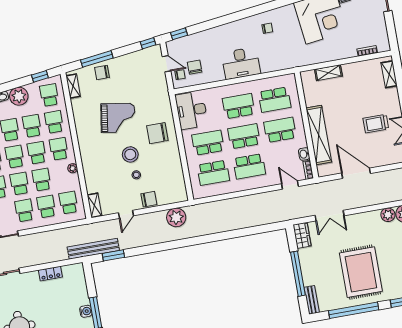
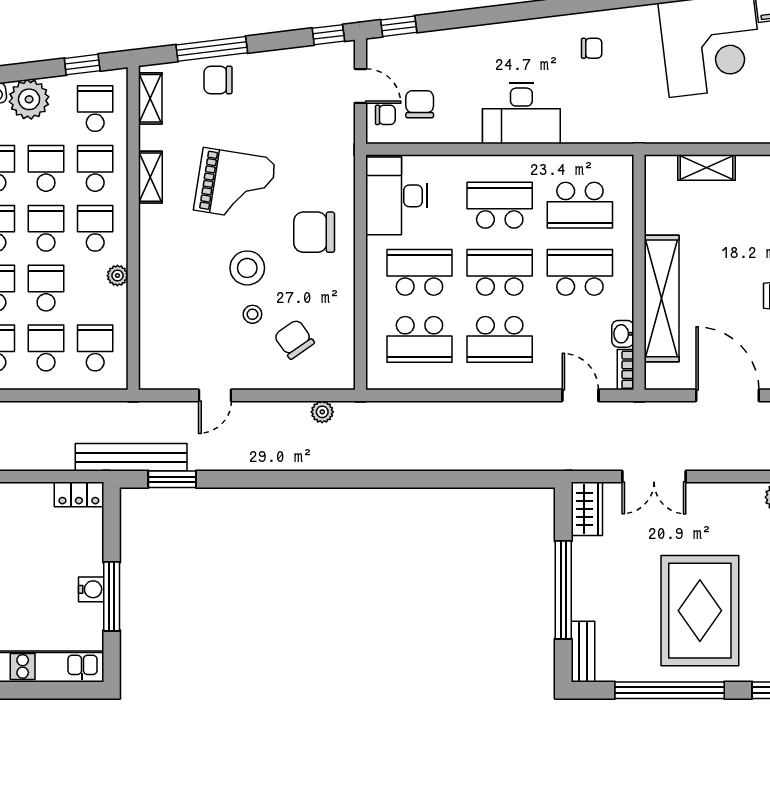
chair: (149, 199) -> (294, 339), moved, turned -125
shelving: (94, 205) -> (150, 177), moved
plant: (176, 217) -> (322, 412), width x0.53, depth x0.53
locker: (50, 274) -> (79, 494), moved

